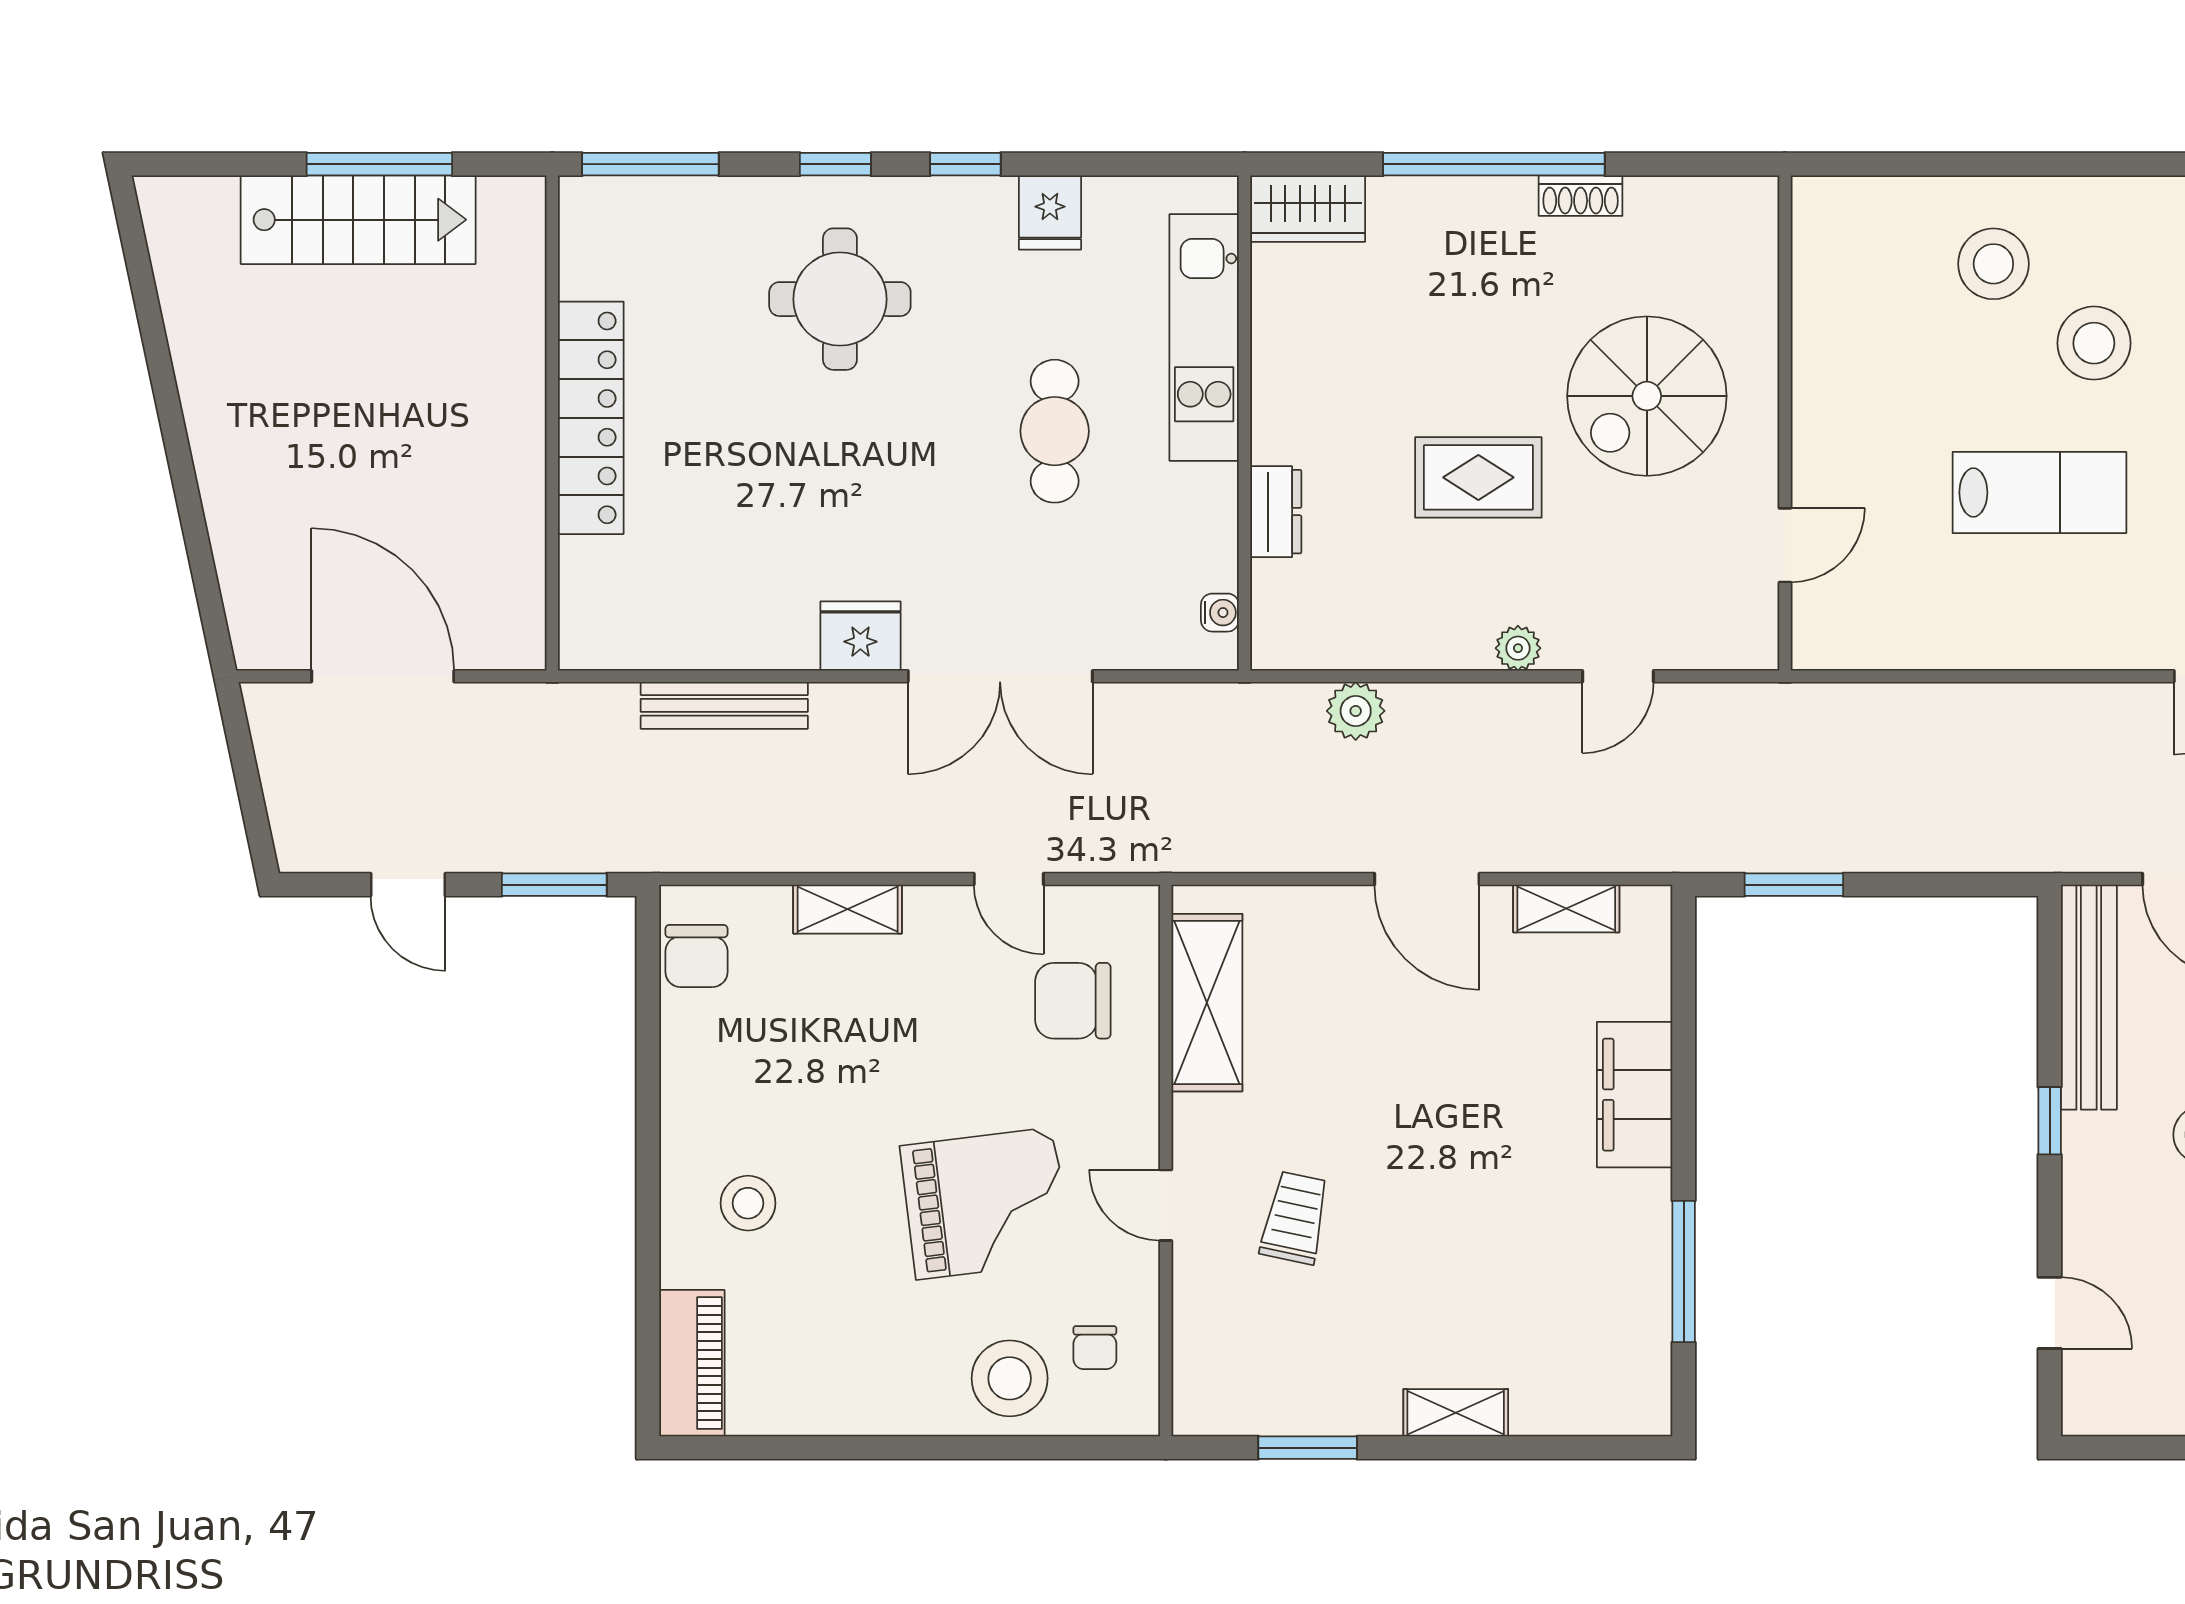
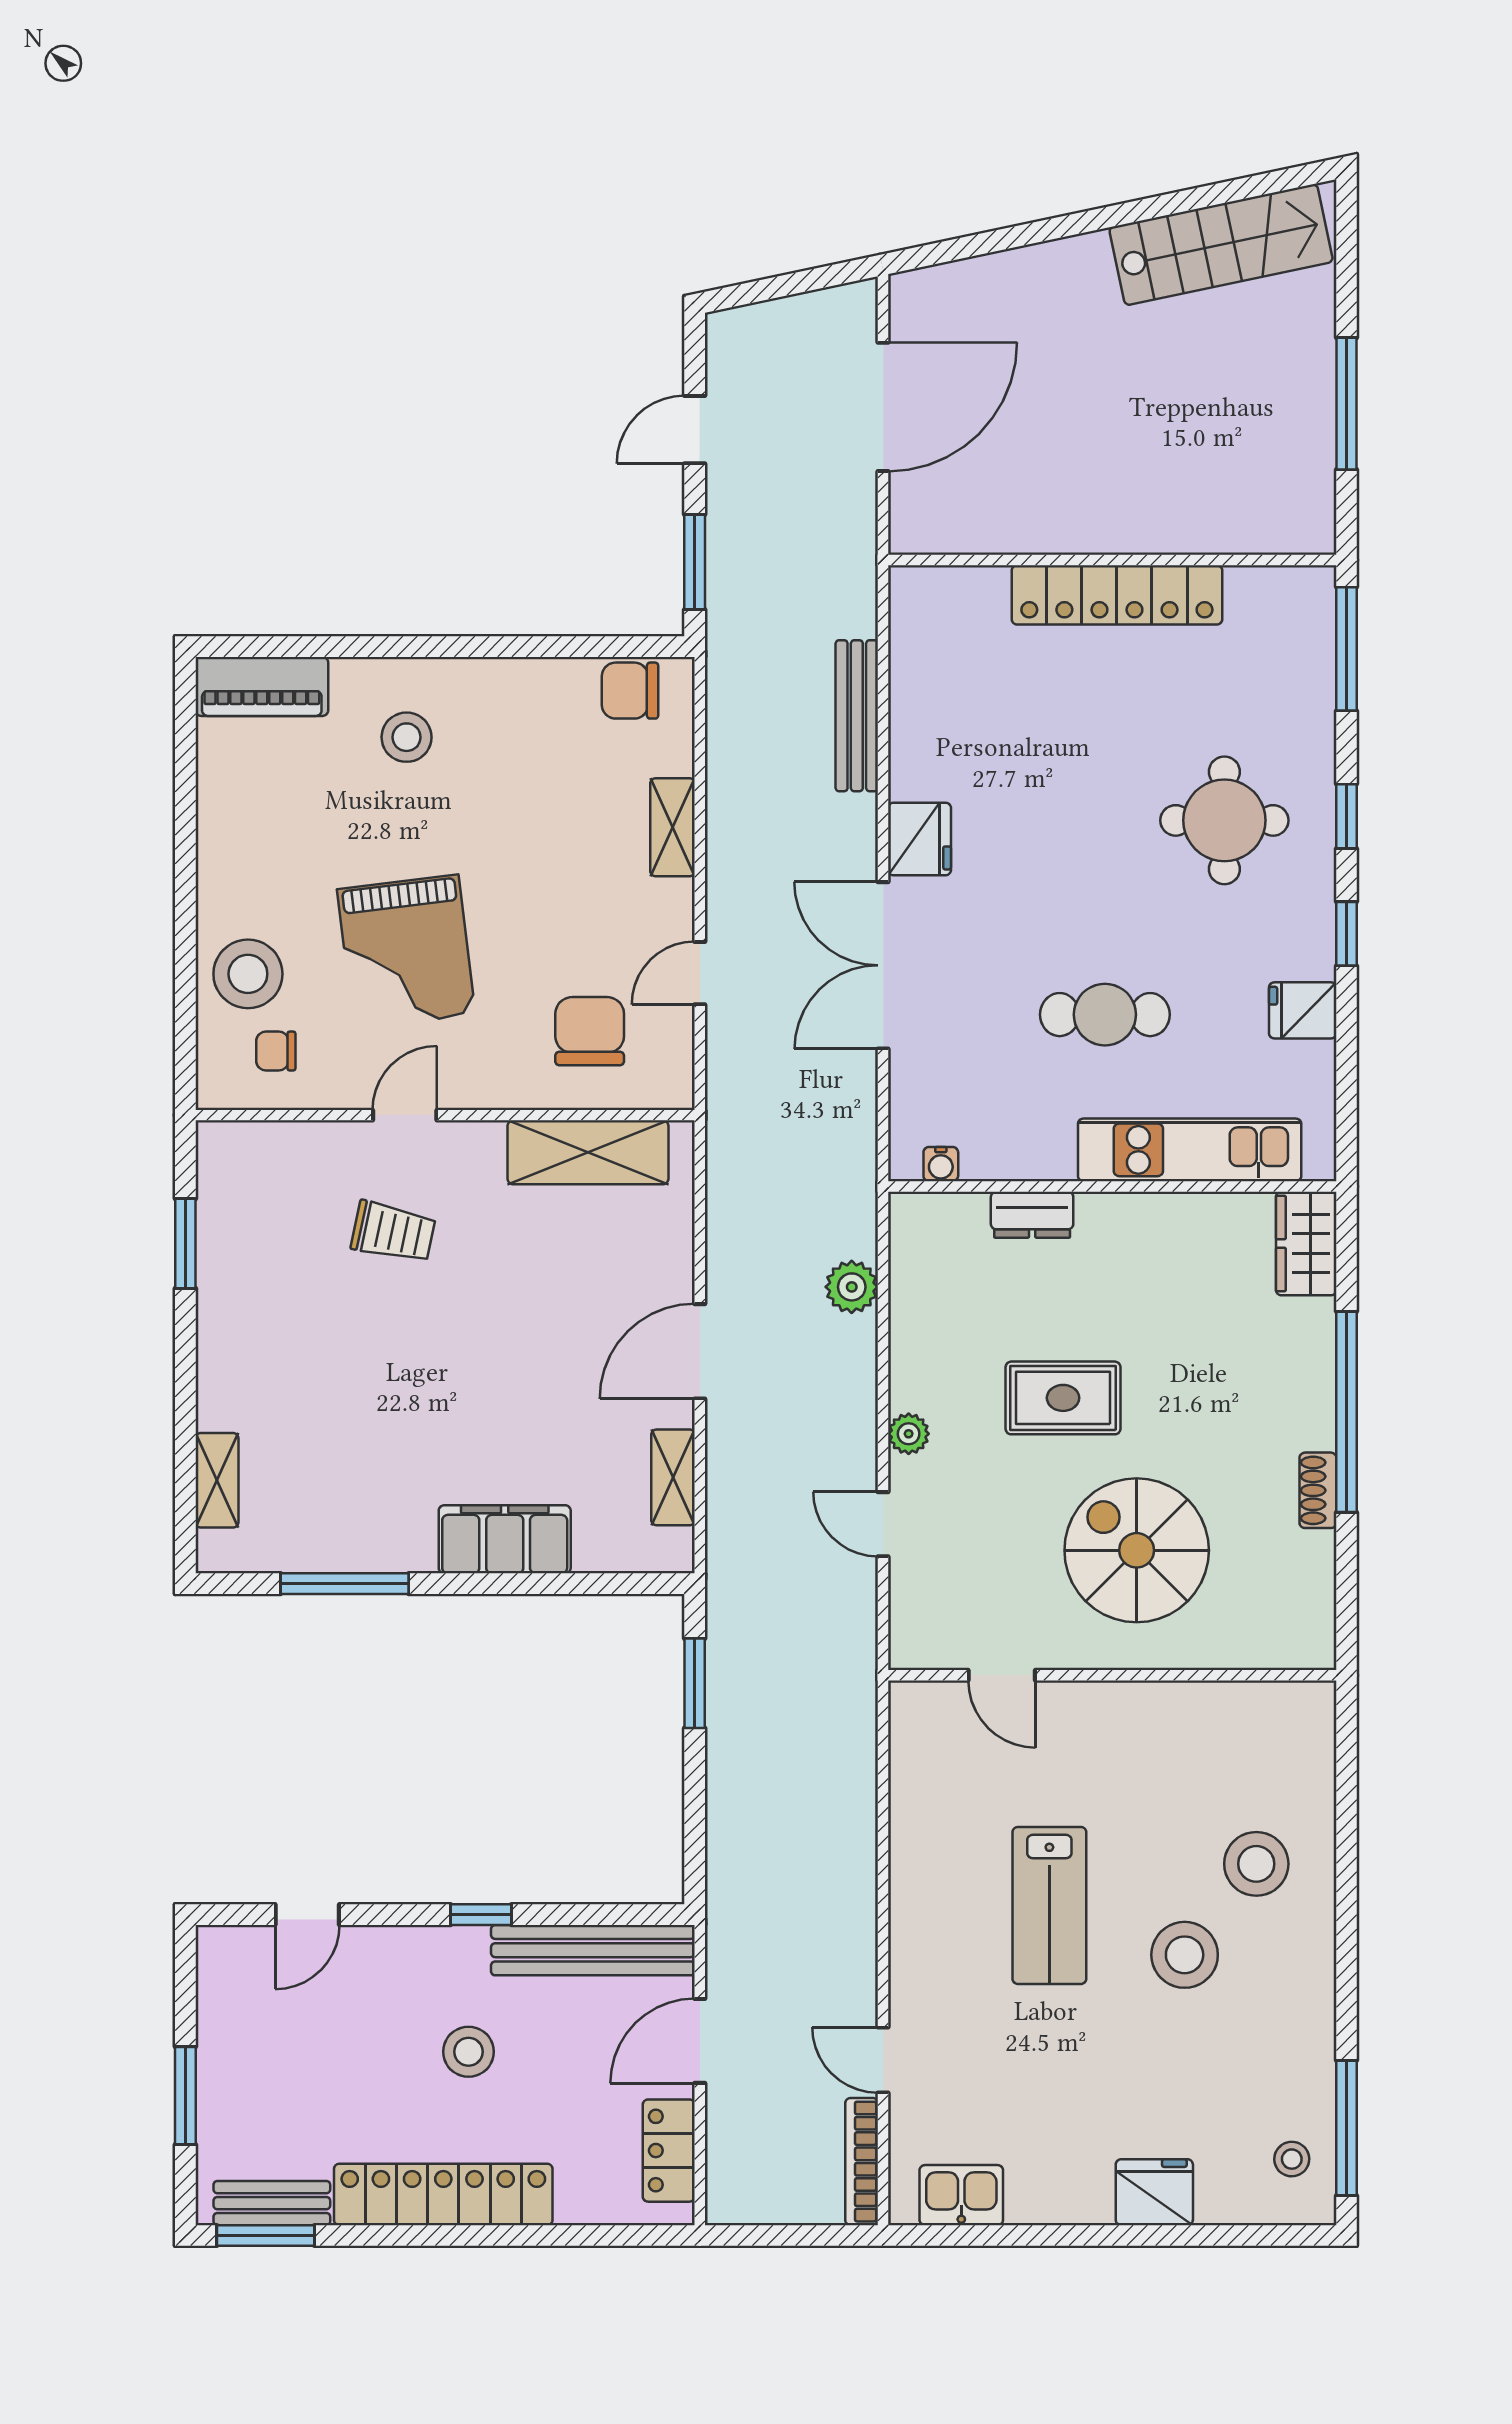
stairs: (358, 220) -> (1221, 245), moved, turned -102
rug: (1478, 477) -> (1063, 1398), turned 90
shelving: (1456, 1413) -> (217, 1480), moved

